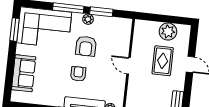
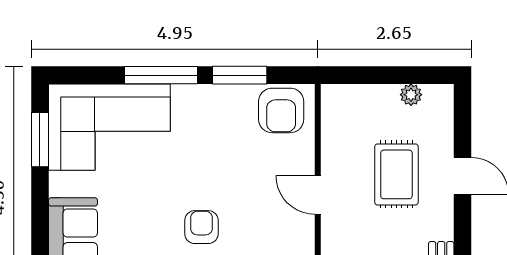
plant: (88, 19) -> (210, 96), removed
plant: (168, 32) -> (411, 95), width x0.53, depth x0.53
armchair: (86, 46) -> (281, 110), moved

